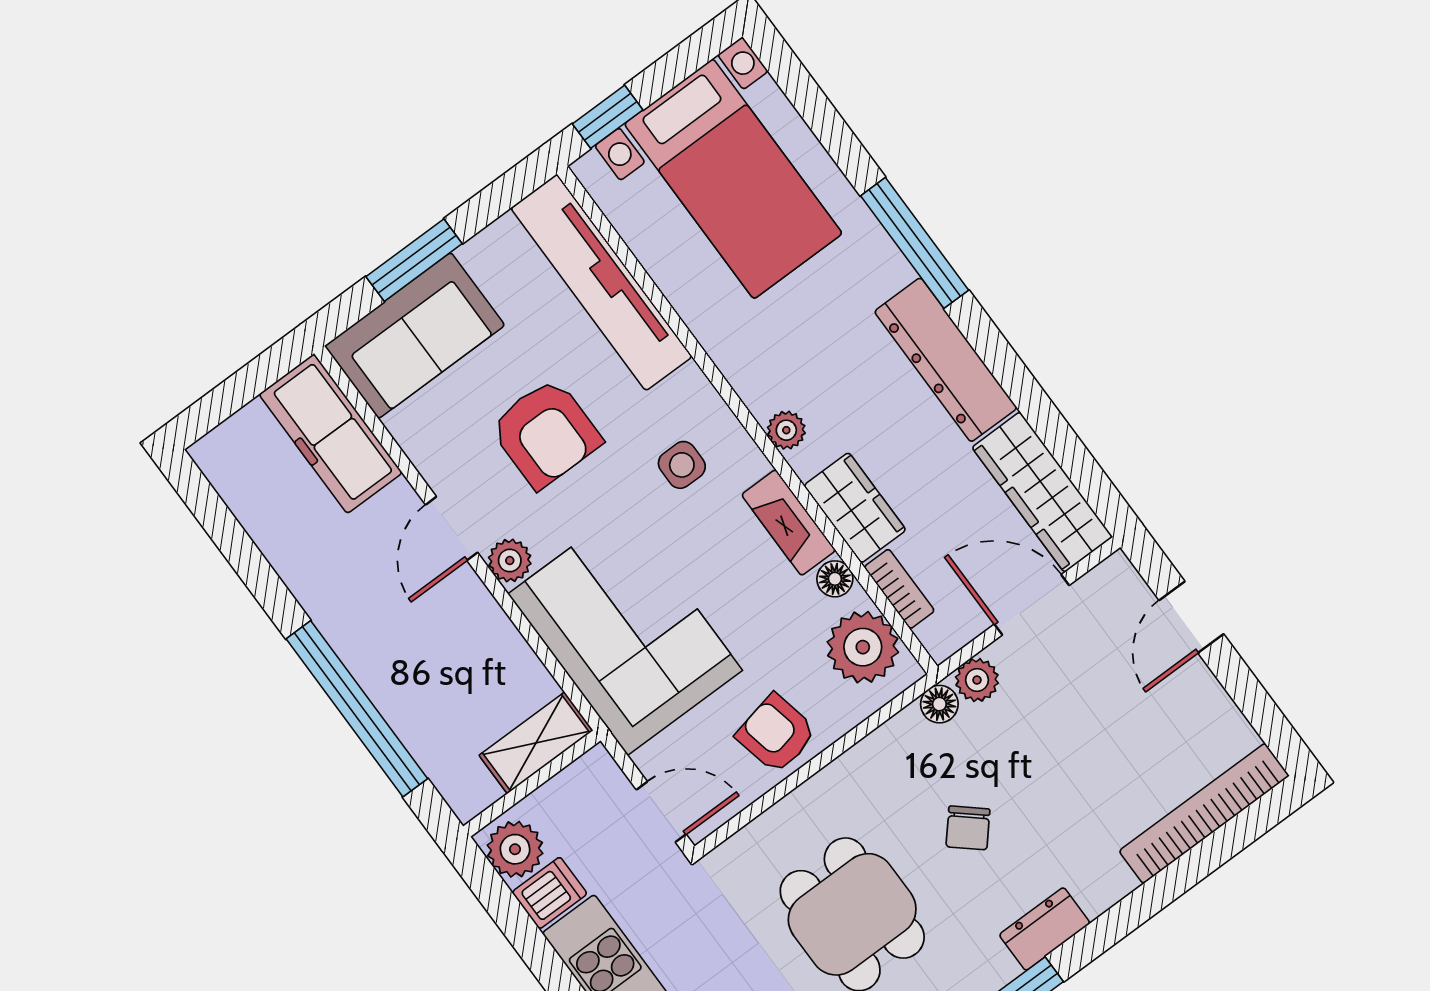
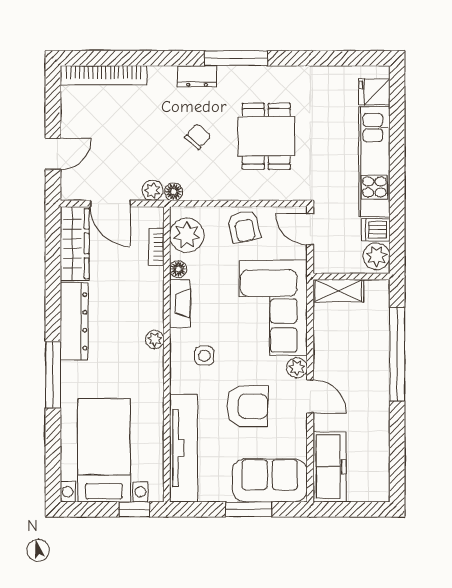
armchair: (546, 433) -> (247, 406), turned 90
wardrobe: (855, 508) -> (150, 291), removed
door: (452, 529) -> (310, 396), hinge flipped

